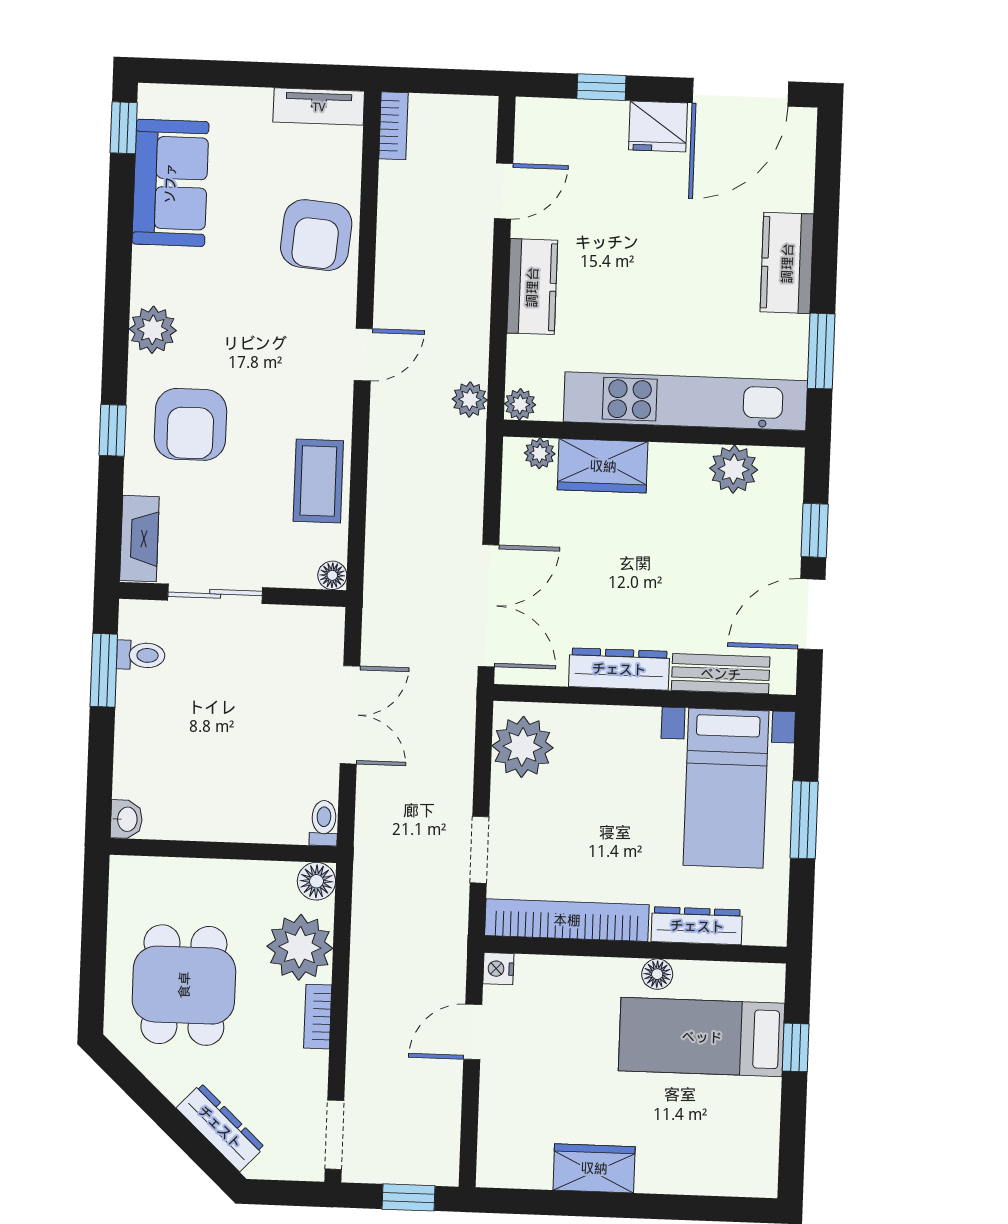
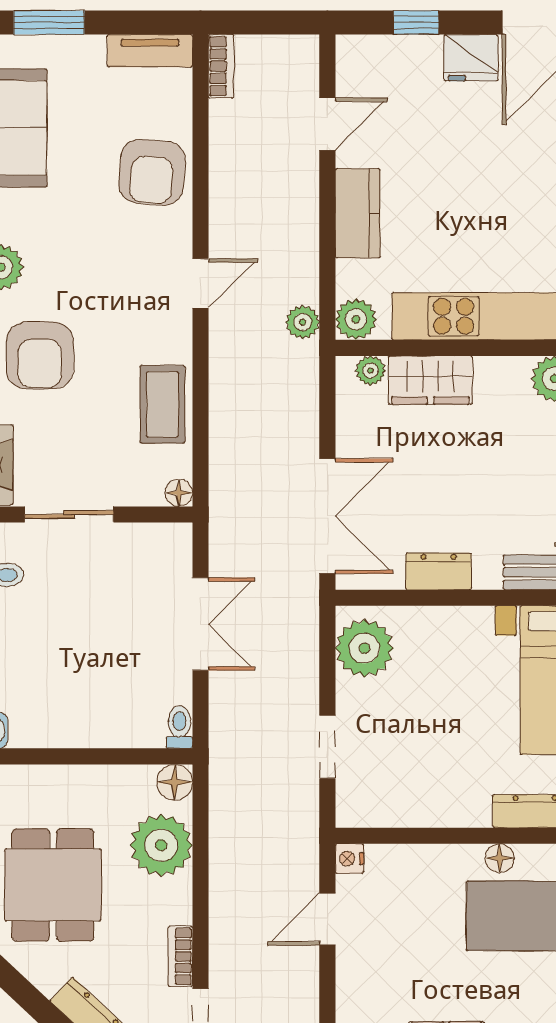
window: (213, 73) -> (49, 23), added
plant: (520, 404) -> (356, 319), width x1.38, depth x1.38
dresser: (619, 669) -> (439, 571), width x0.70
bookcase: (567, 920) -> (412, 810), removed
bookcase: (318, 1017) -> (180, 956), moved

